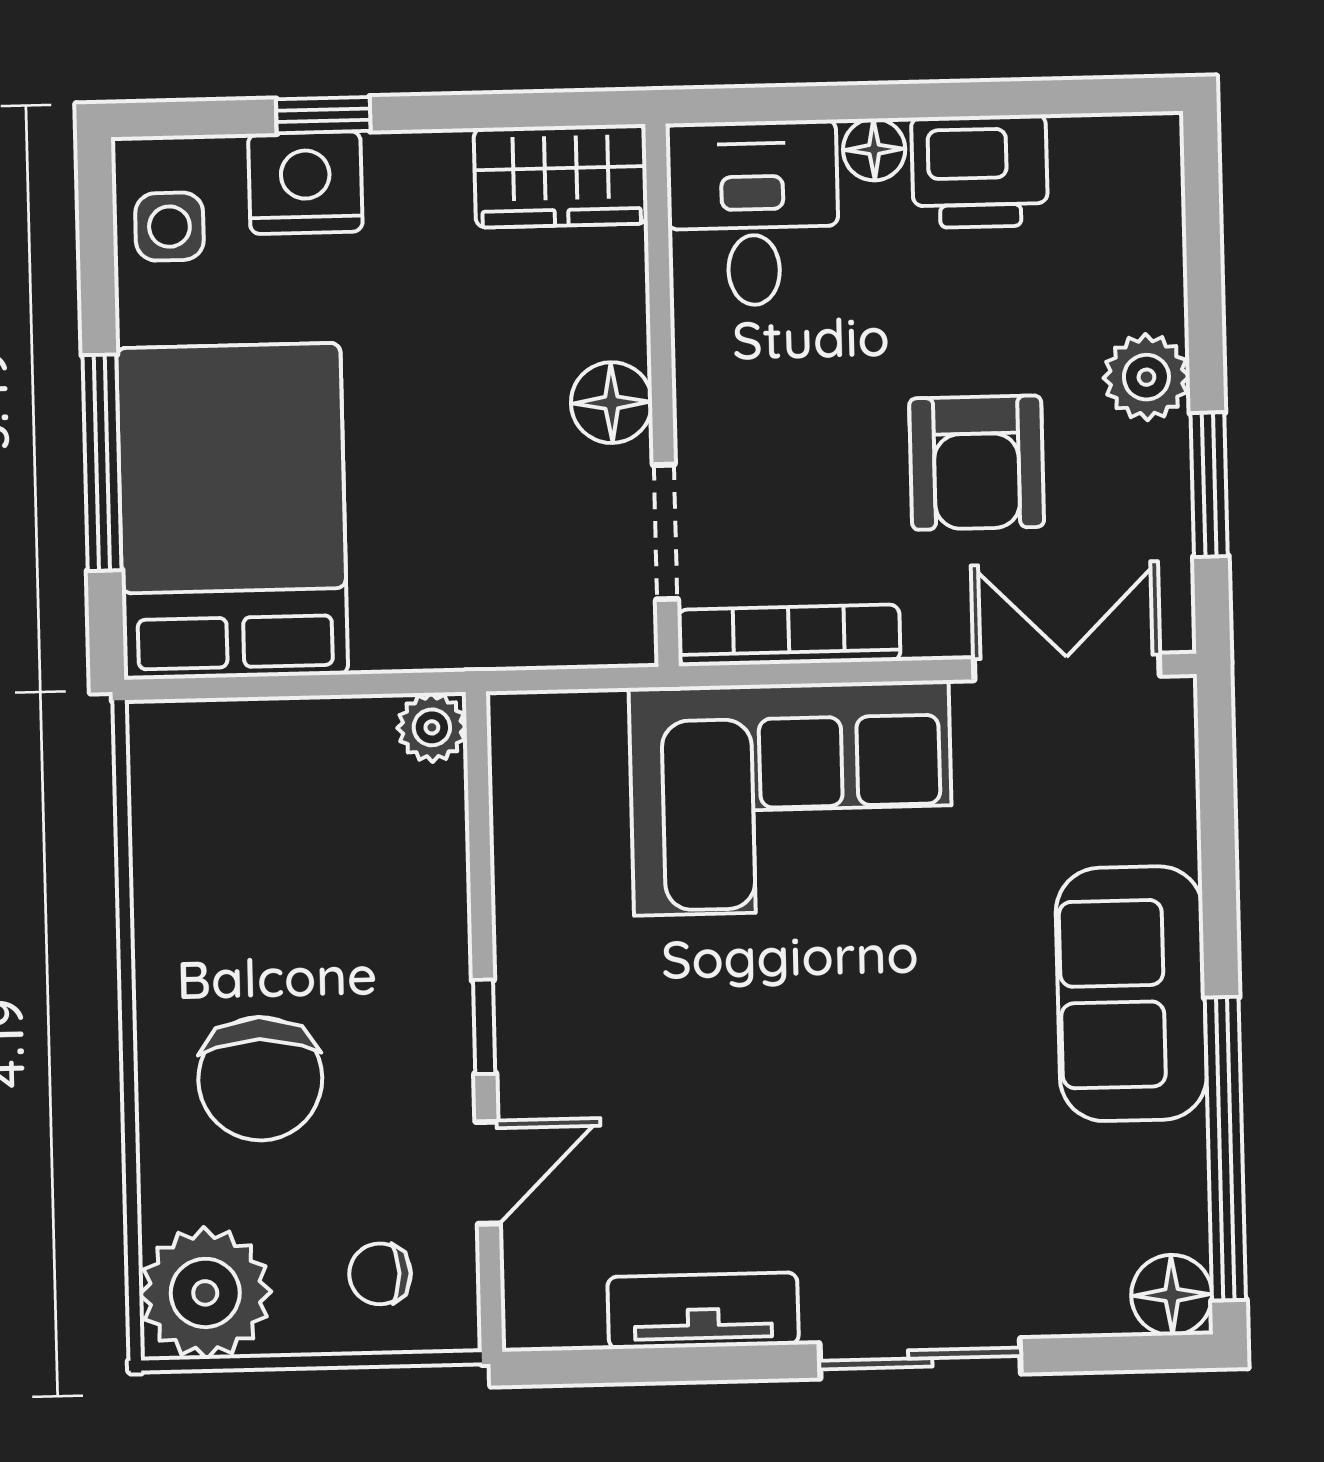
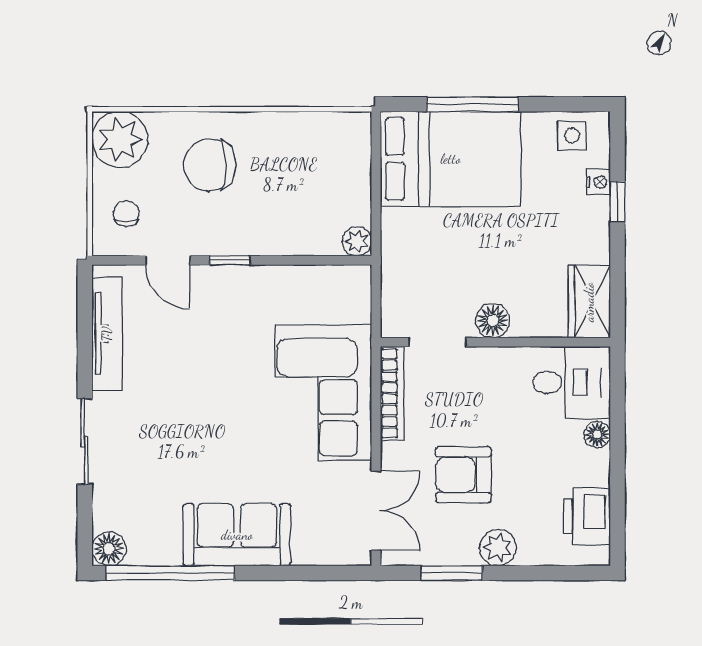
printer: (980, 171) -> (587, 517), moved
nightstand: (305, 183) -> (598, 182), width x0.53, depth x0.56
tv unit: (703, 1311) -> (107, 334), width x1.41

